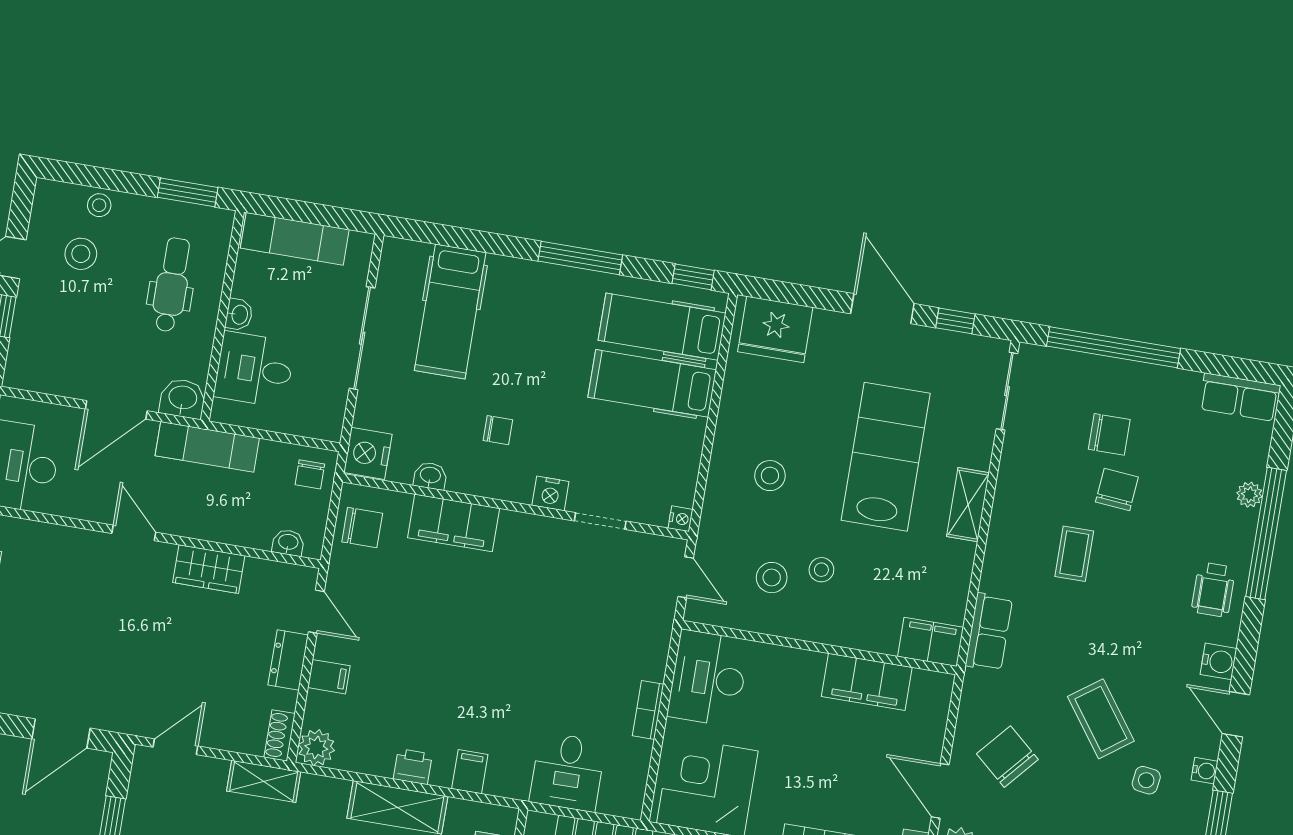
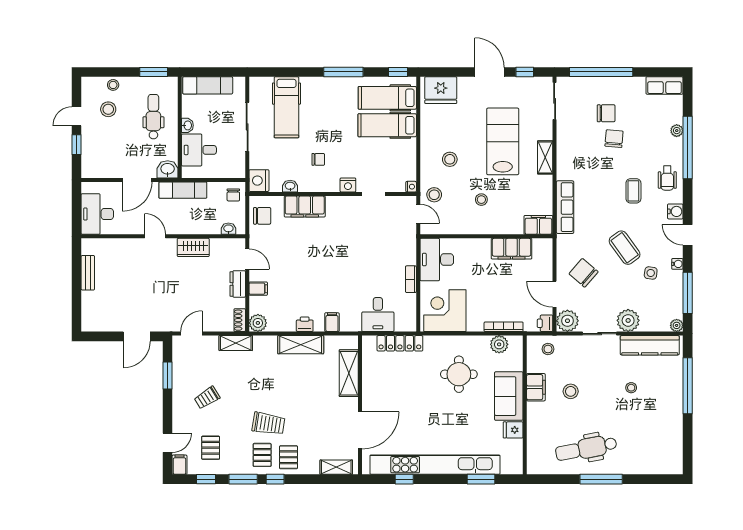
coffee table: (1074, 554) -> (633, 191), moved
stool: (772, 578) -> (434, 195), moved
row of seats: (989, 632) -> (565, 207), width x1.48

